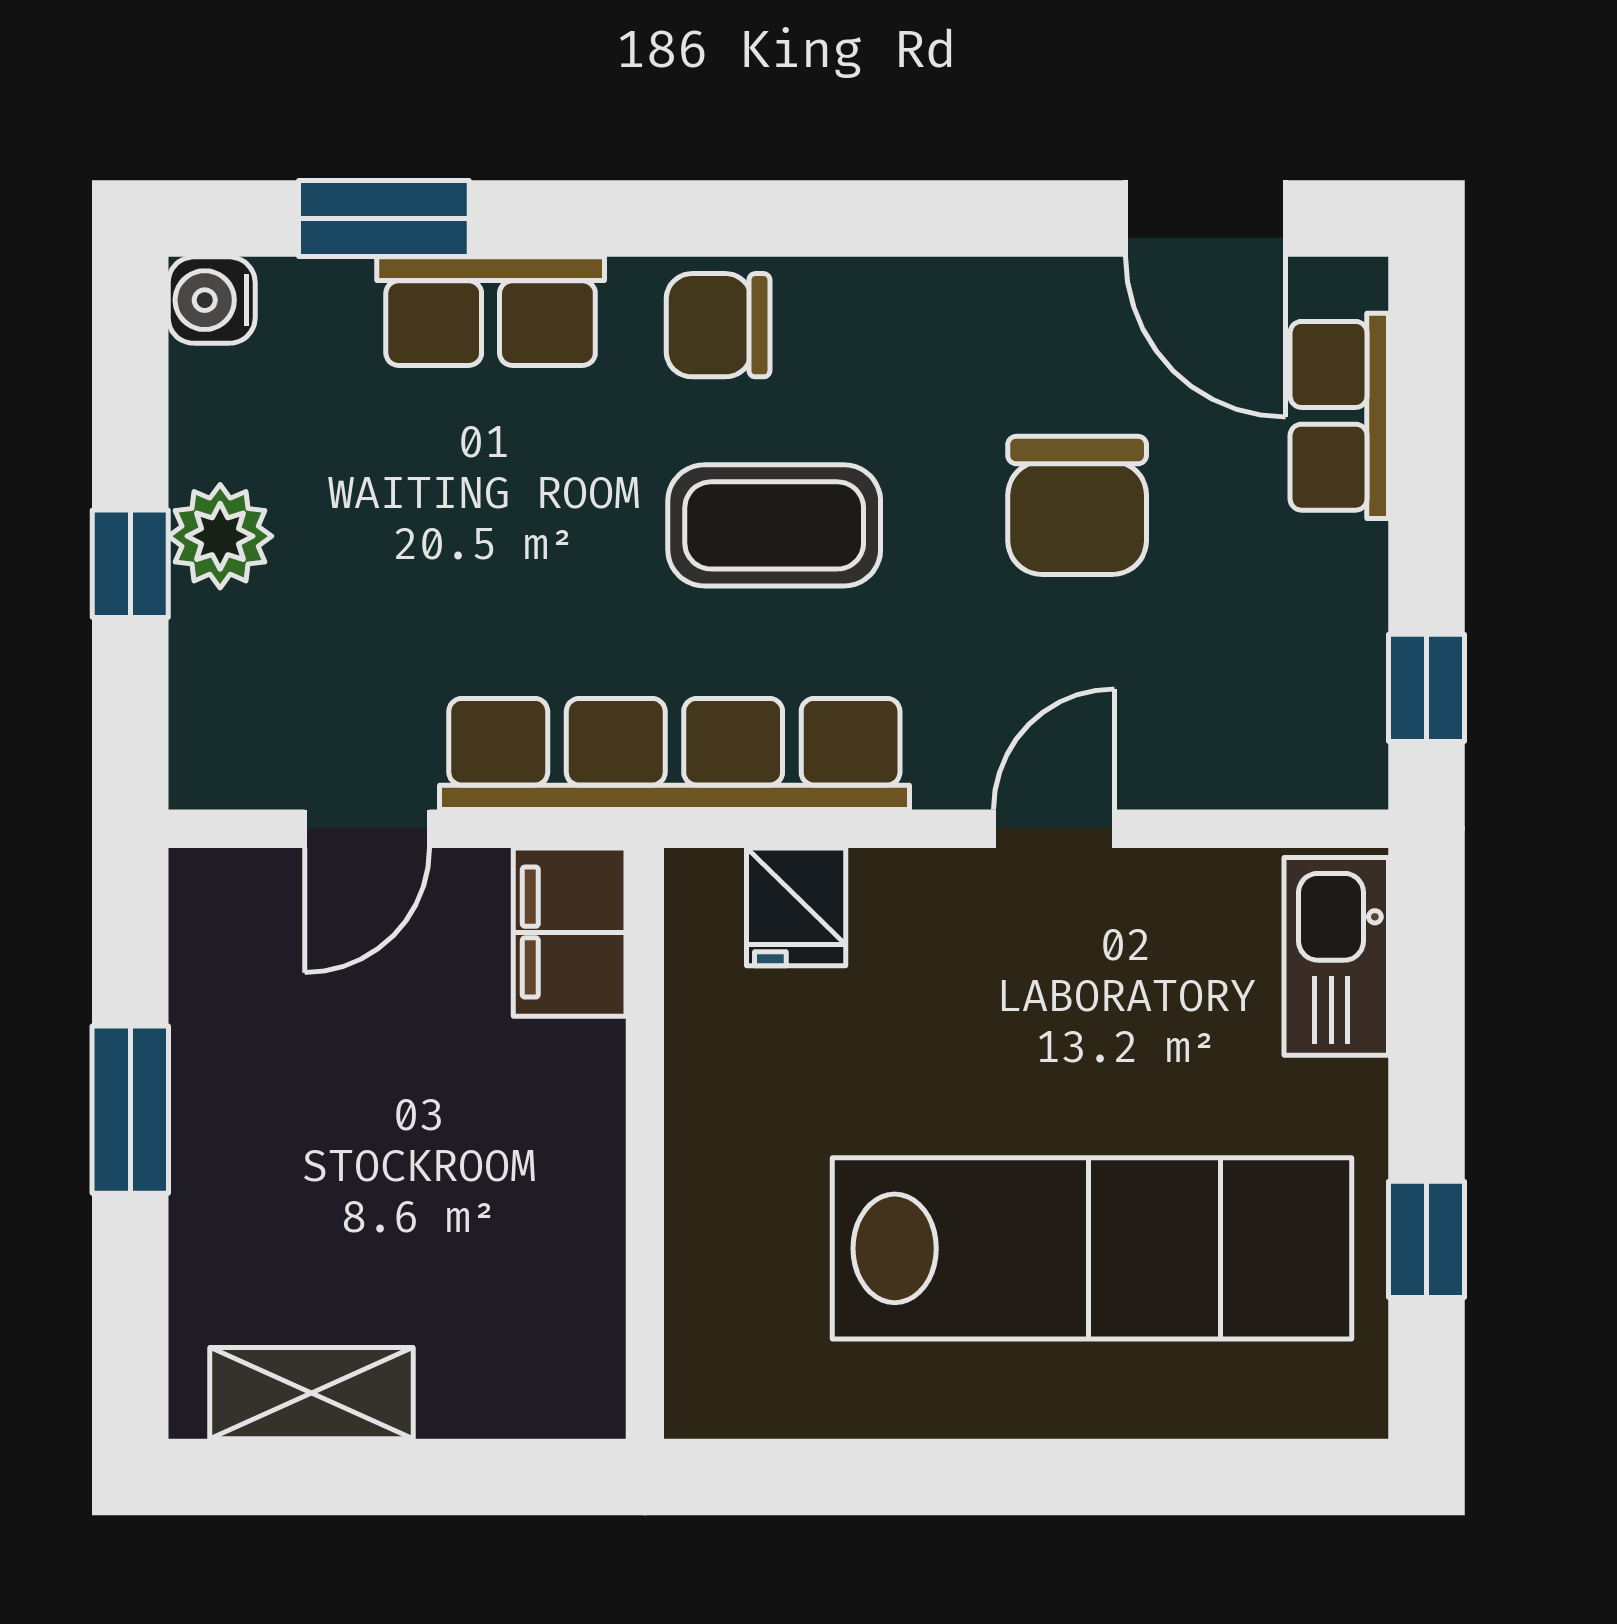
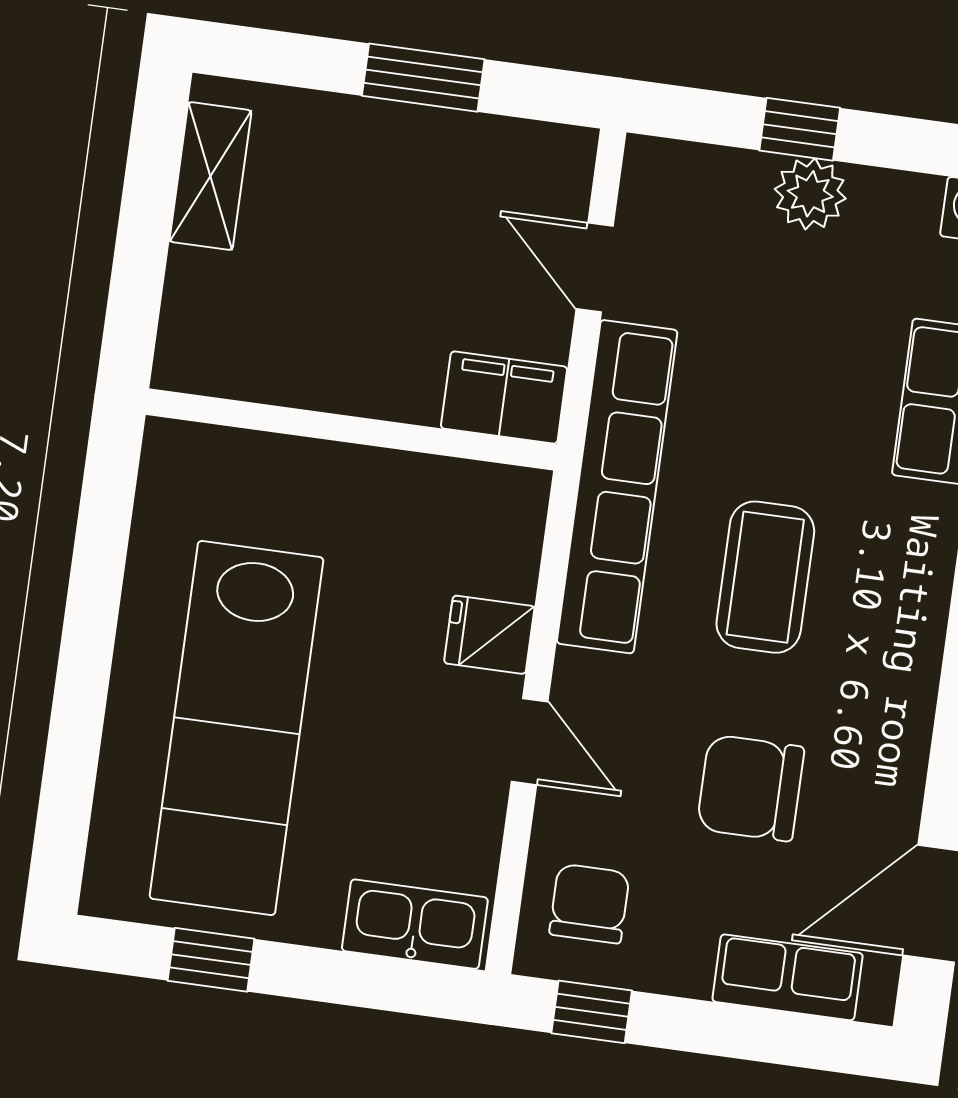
chair: (718, 325) -> (589, 904), moved
fridge: (796, 907) -> (489, 635), moved

